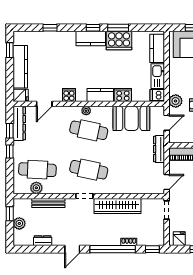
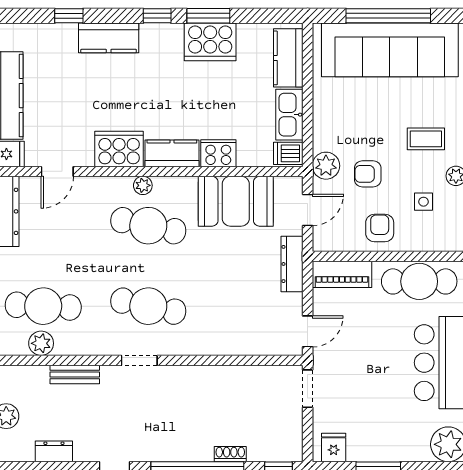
kitchen counter: (91, 39) -> (109, 38), moved
cooker: (69, 95) -> (119, 149), width x1.87, depth x1.31
bench: (48, 203) -> (75, 374), width x0.73
wardrobe: (117, 206) -> (207, 381), removed

